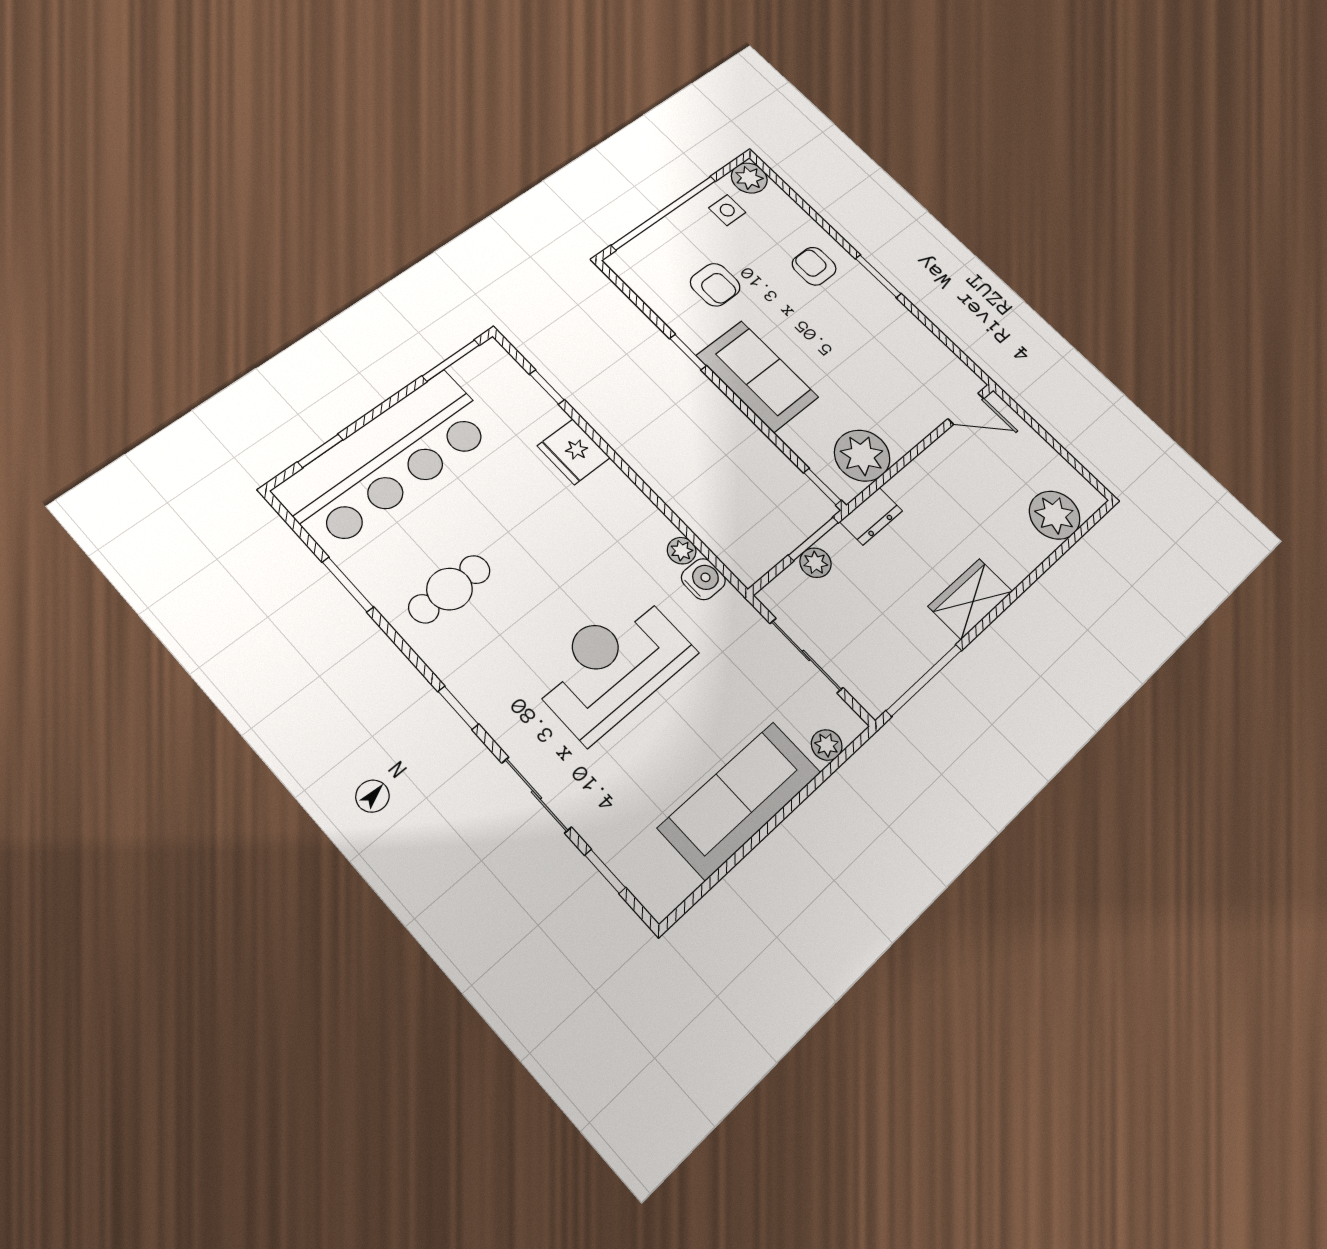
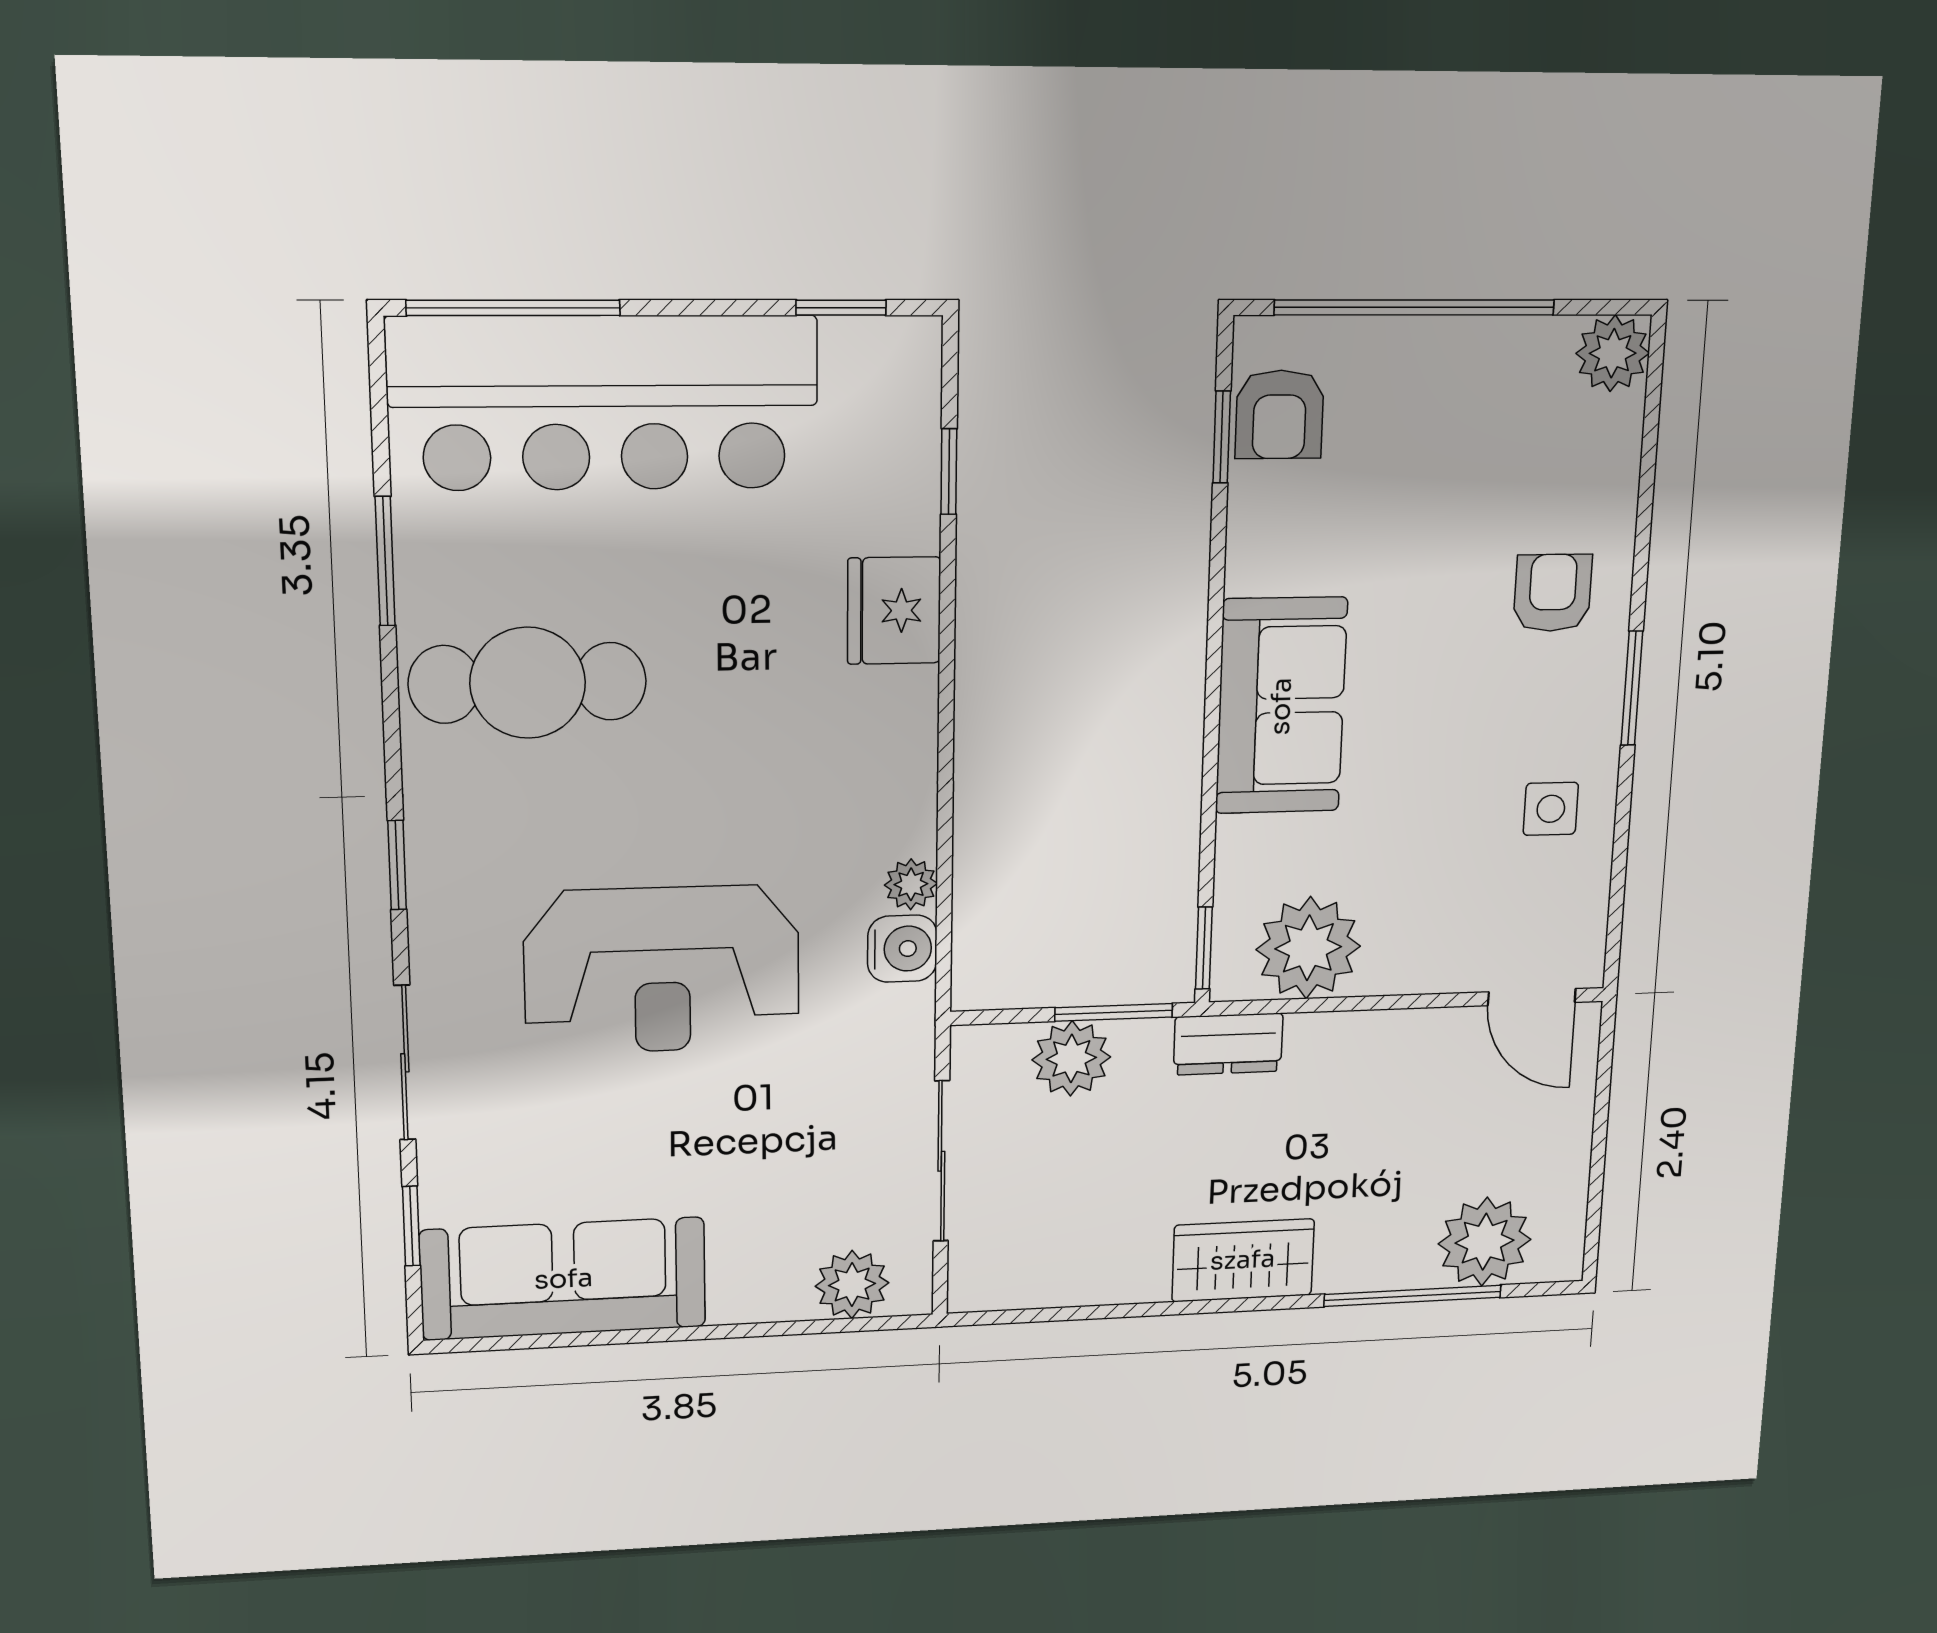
side table: (727, 210) -> (1551, 809), moved
armchair: (715, 285) -> (1280, 414), moved
window: (688, 352) -> (1222, 437), moved
window: (451, 360) -> (841, 308), width x0.67
window: (320, 451) -> (513, 308), width x2.17
plant: (816, 563) -> (1071, 1058), width x1.38, depth x1.38
cafe table: (450, 589) -> (528, 683), width x1.37, depth x1.35
reception desk: (612, 665) -> (662, 970), turned 180
window: (924, 680) -> (1413, 1296), moved
plant: (827, 745) -> (852, 1285), width x1.38, depth x1.38
sofa: (740, 800) -> (564, 1279), moved

